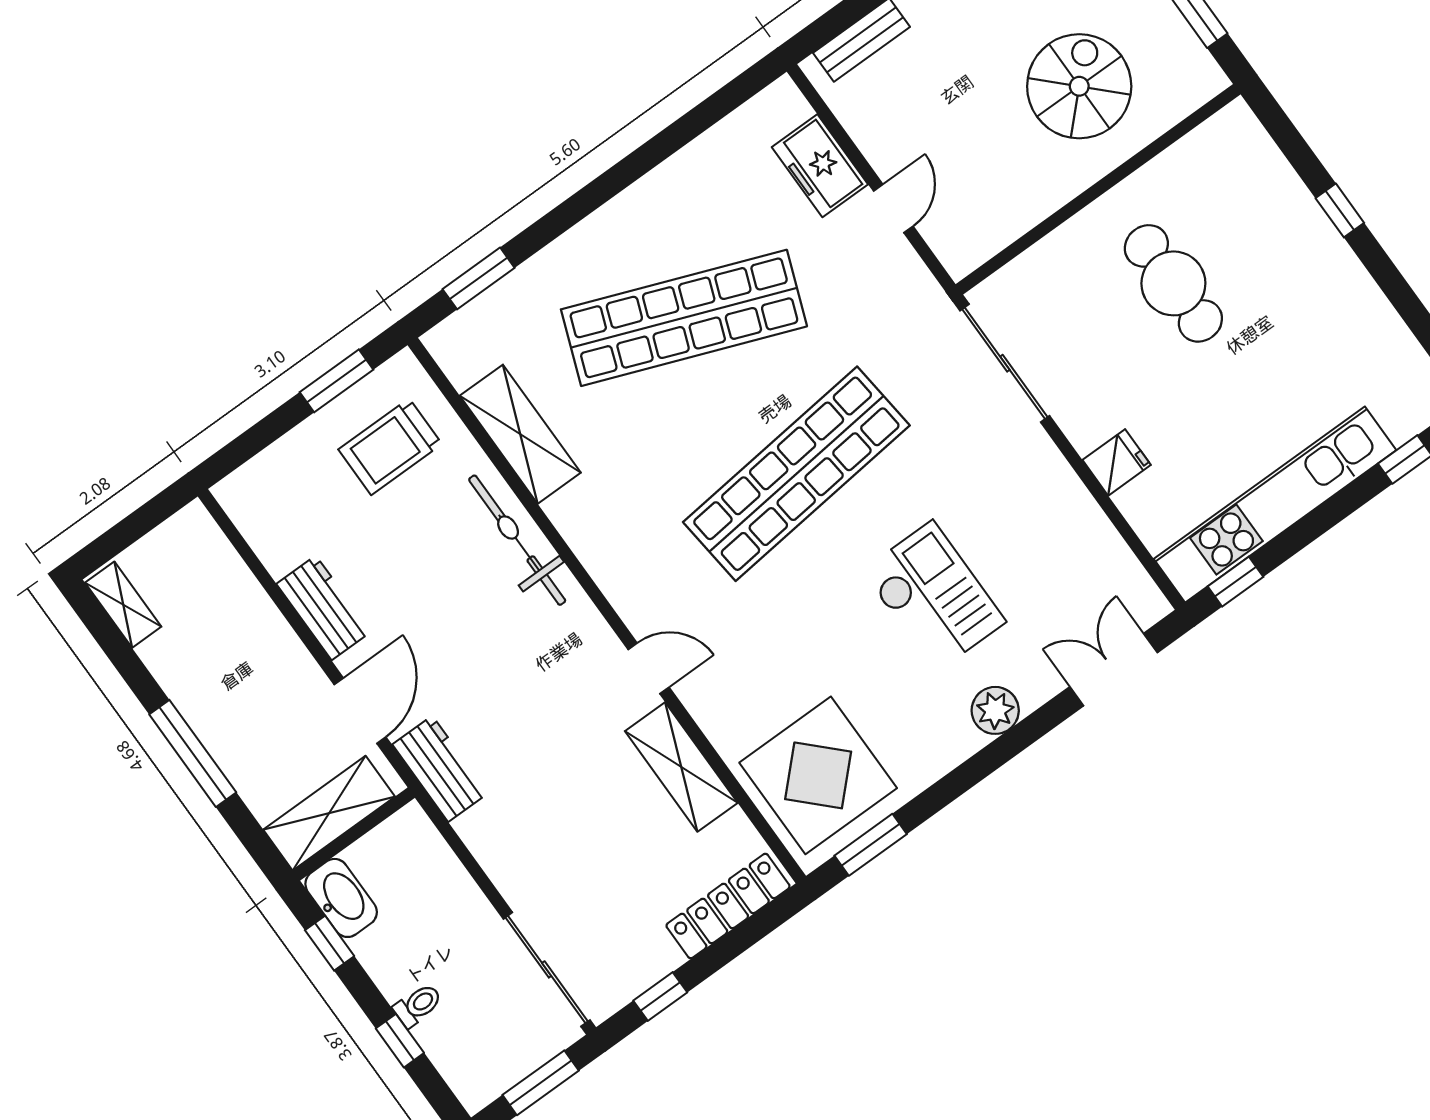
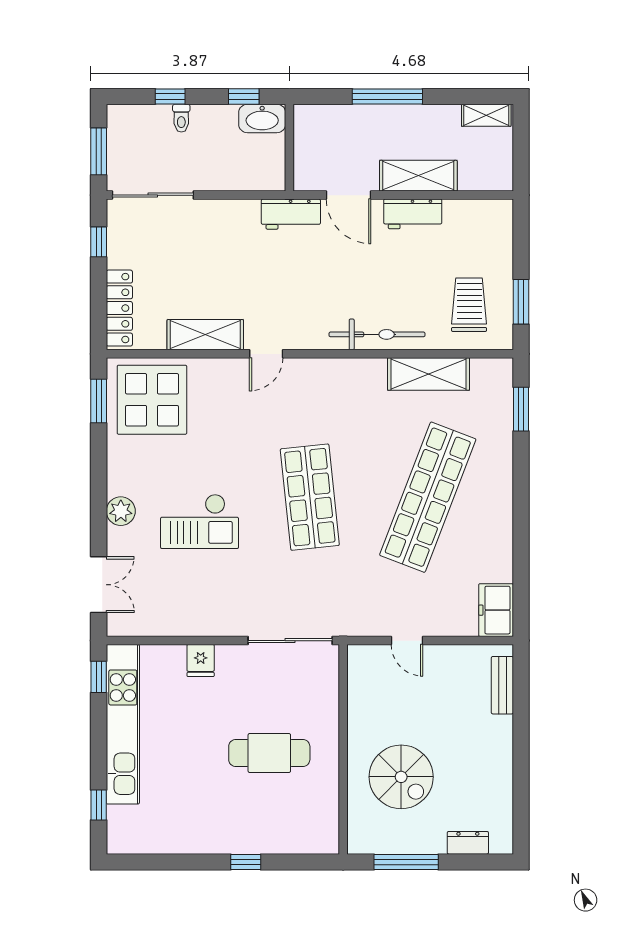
freezer: (820, 166) -> (496, 610), moved, turned -90
shop shelf: (796, 474) -> (310, 497), width x0.71
shelving: (329, 813) -> (418, 176), moved, turned 90

